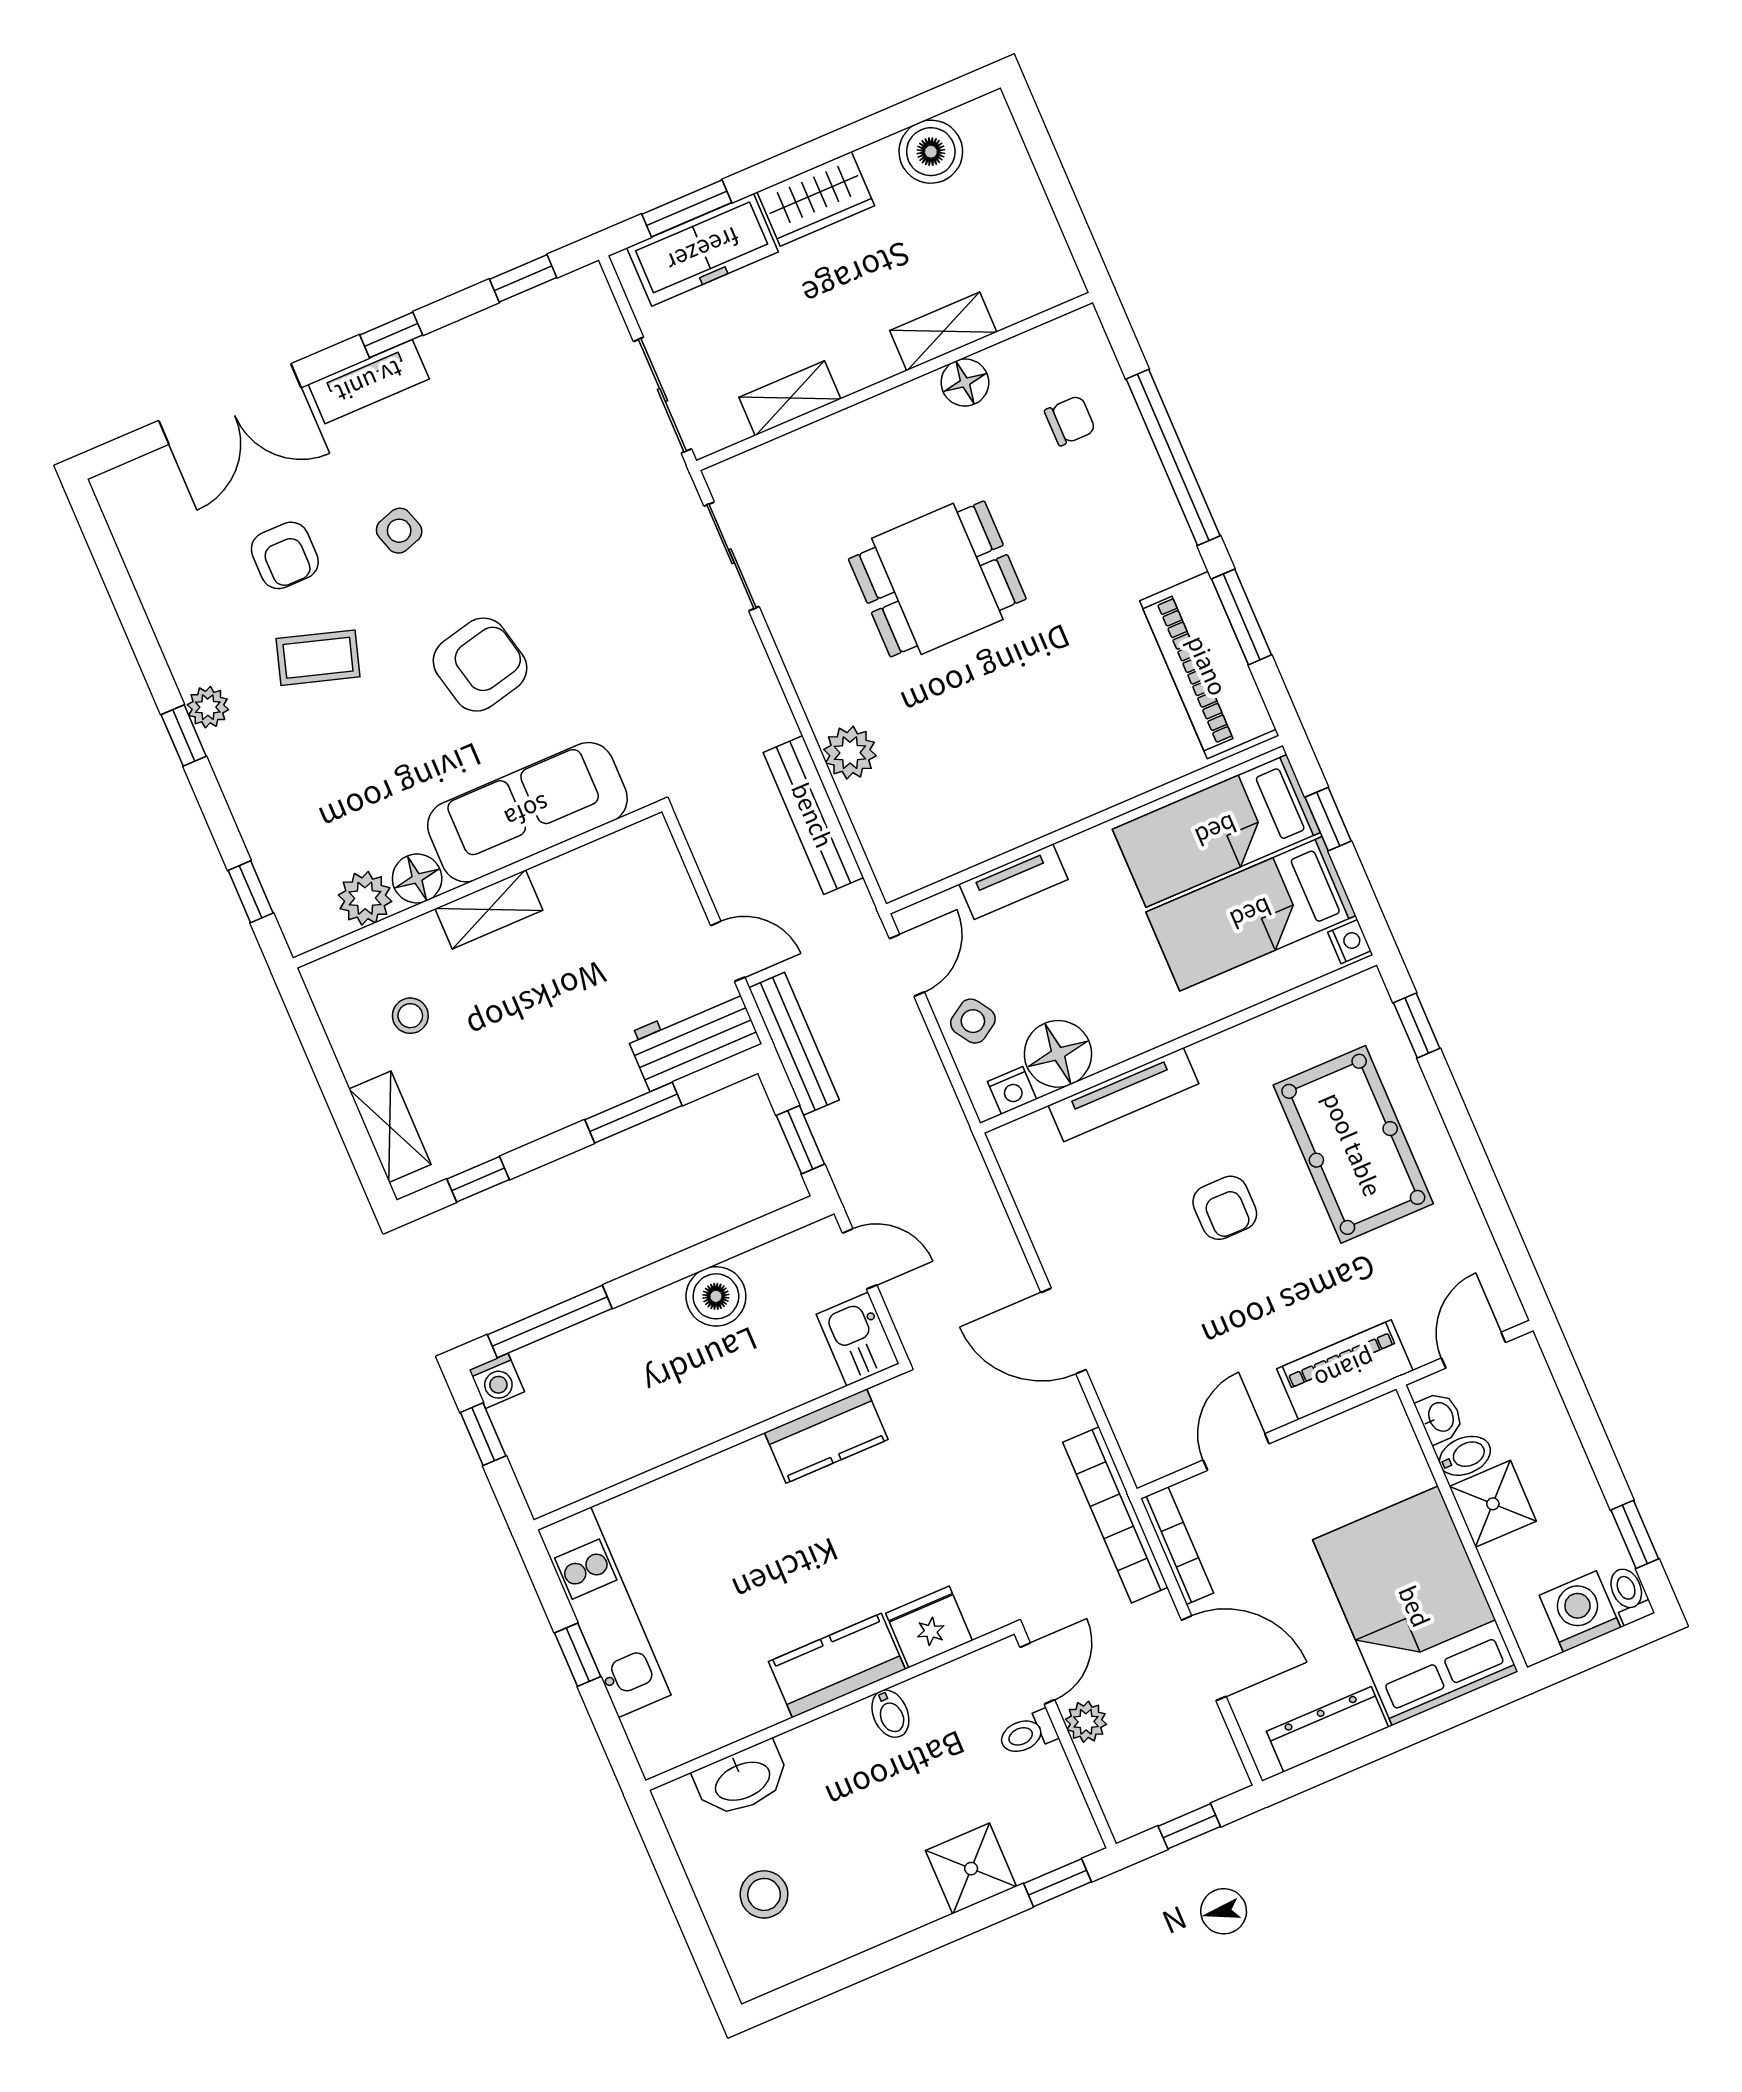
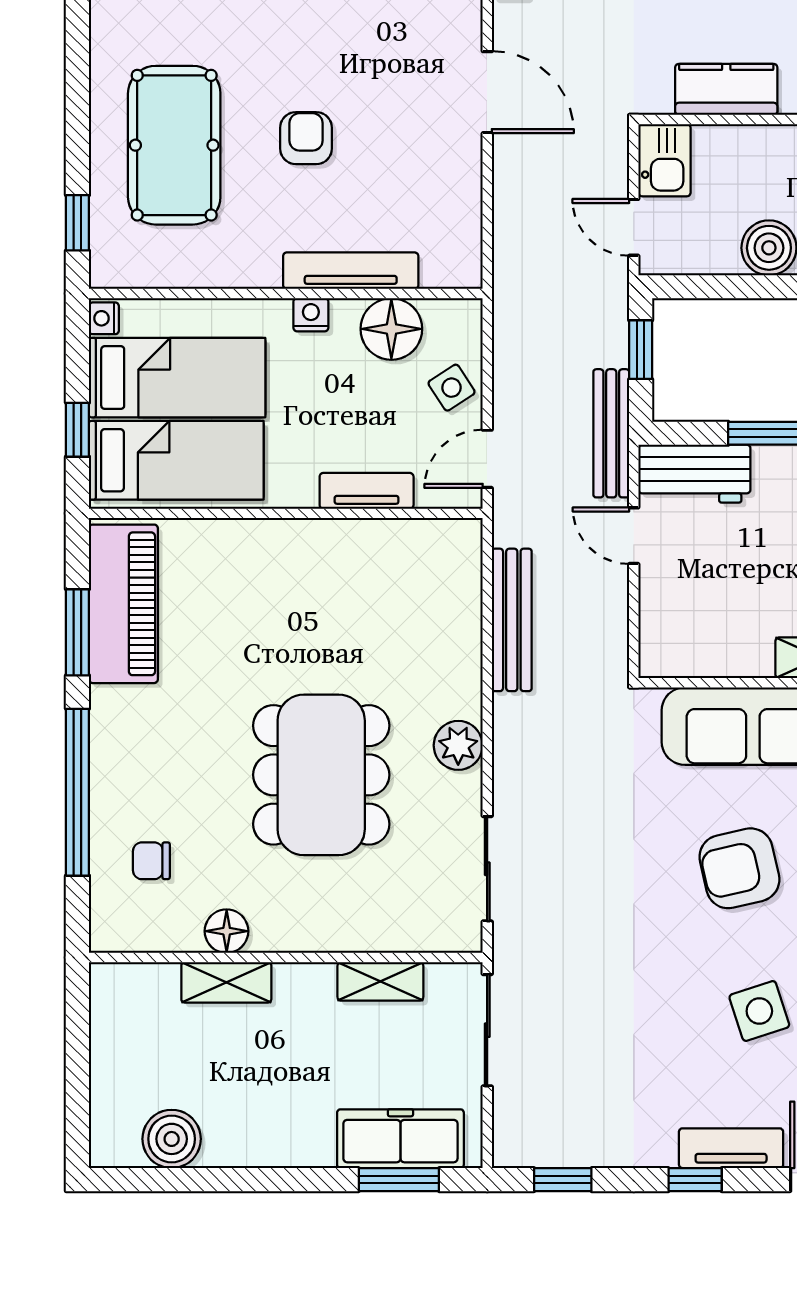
wardrobe: (816, 199) -> (286, 1141), removed
side table: (399, 531) -> (759, 1011), width x1.37, depth x1.37
dining table: (937, 579) -> (321, 775), width x1.38
plant: (850, 753) -> (458, 745), moved
nightstand: (1012, 1090) -> (311, 315), moved

